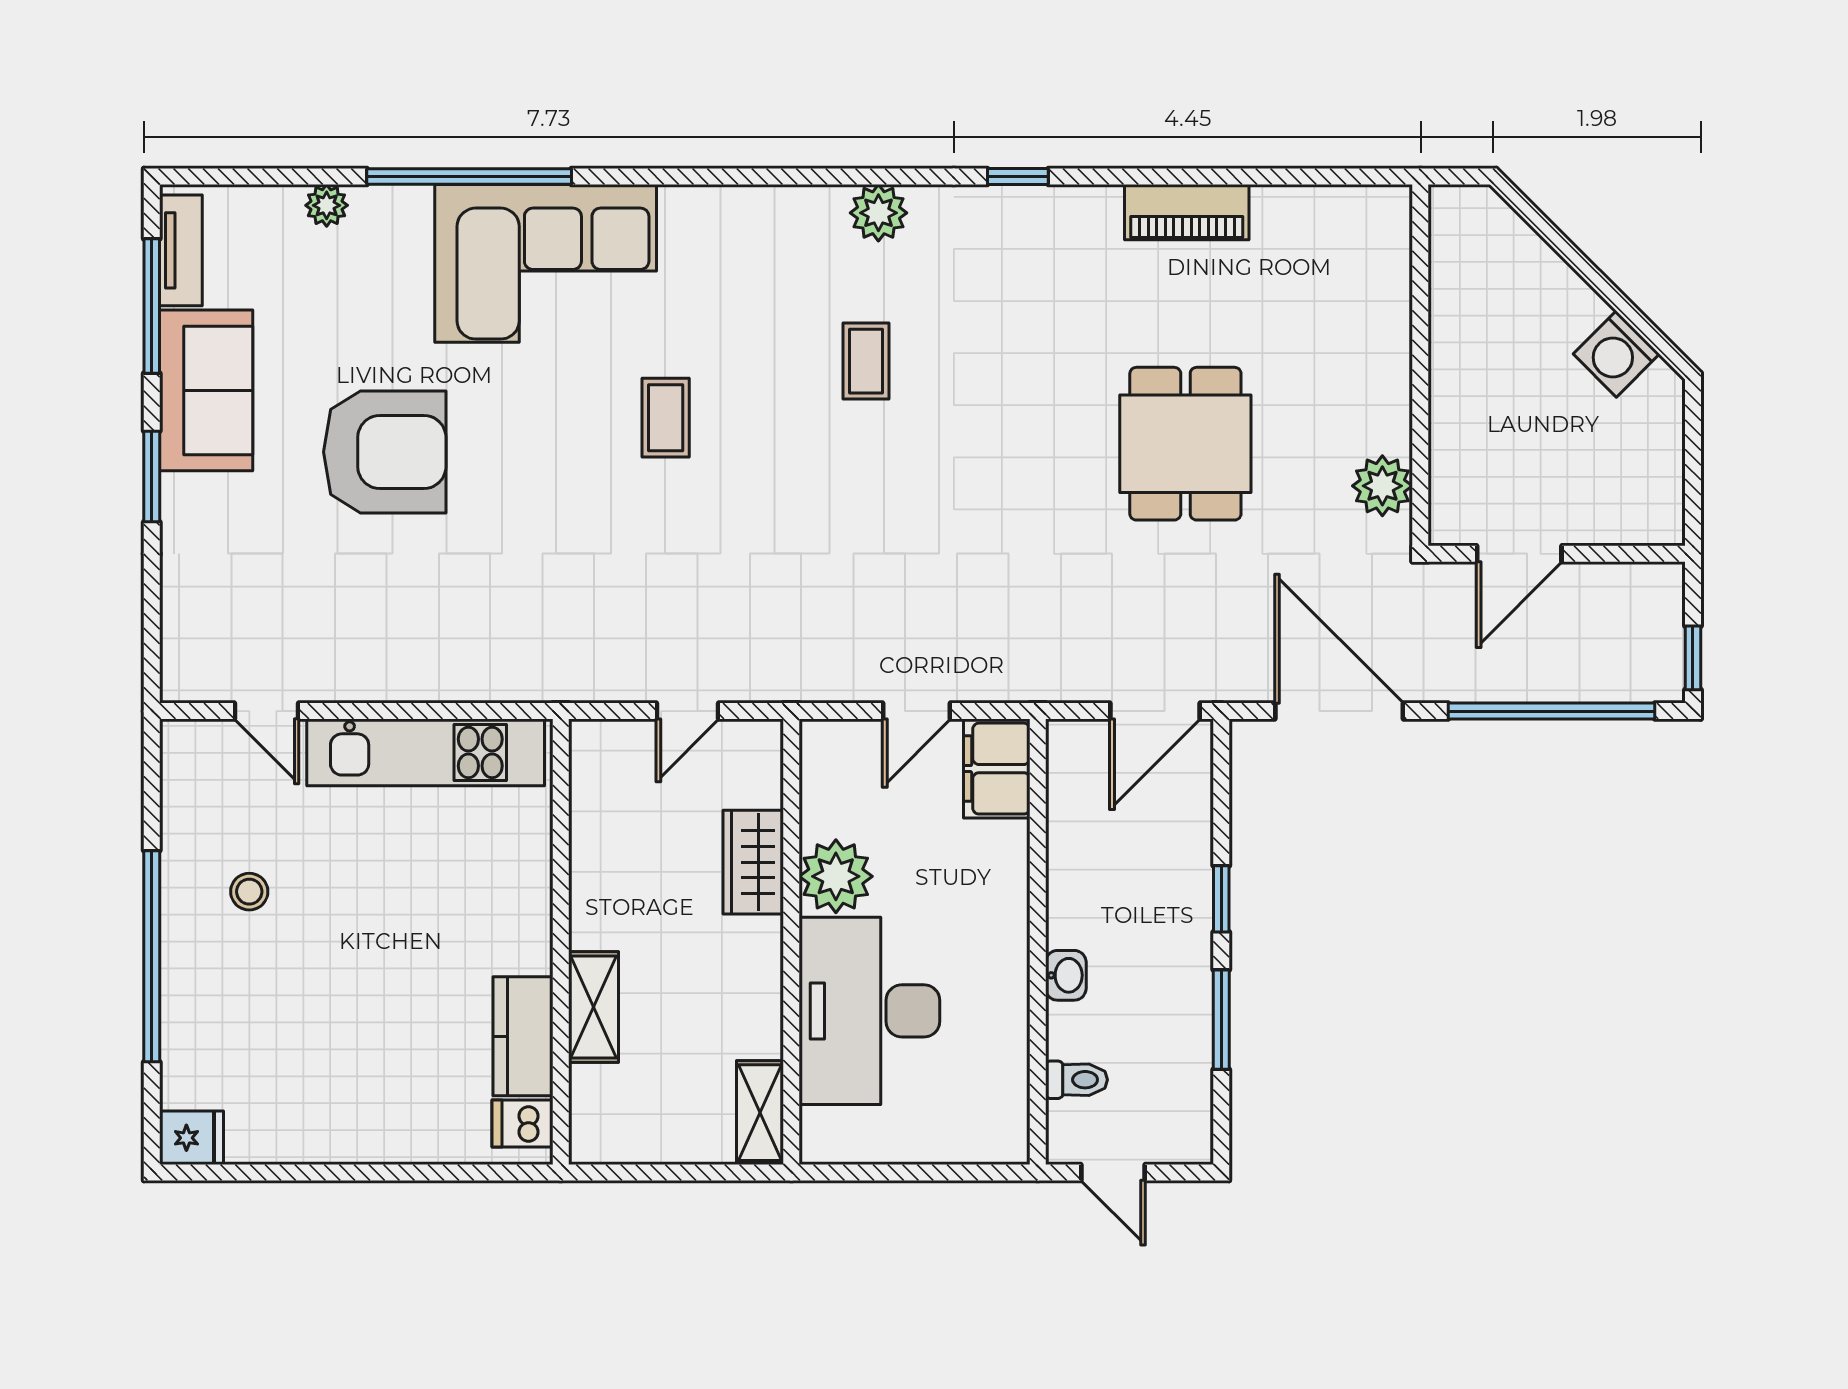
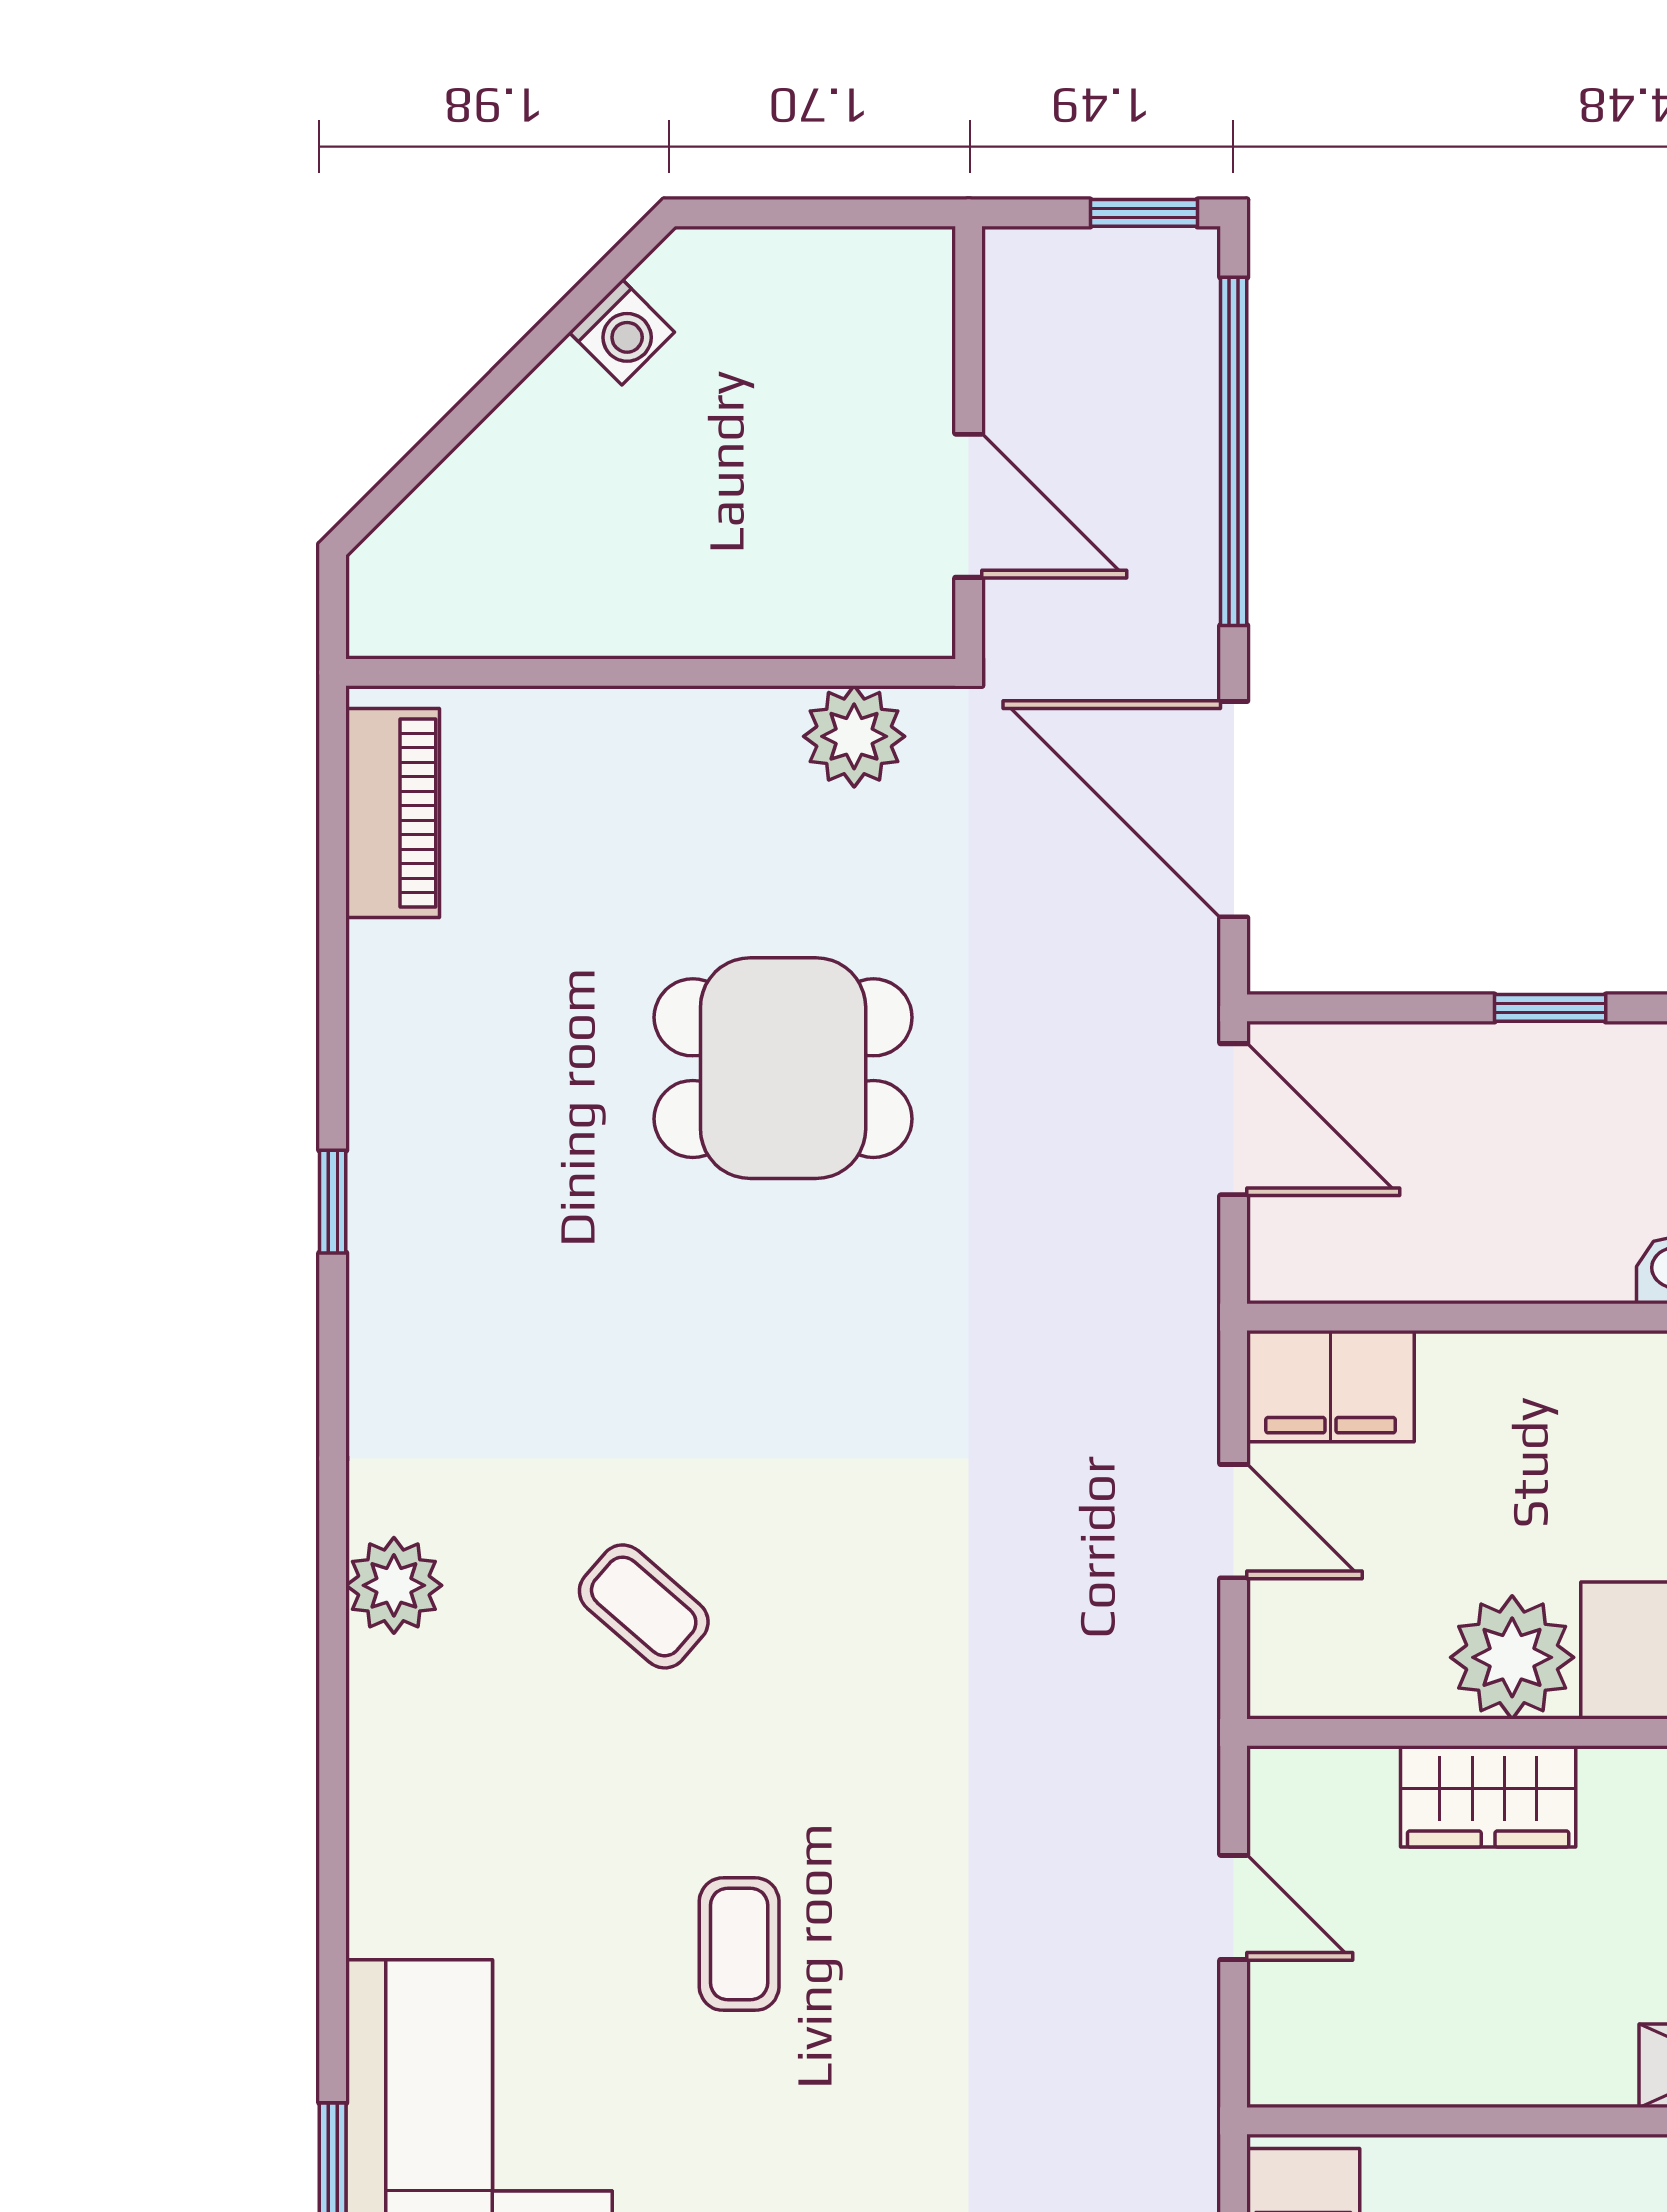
window: (1018, 176) -> (333, 1202), moved
piano: (1187, 212) -> (393, 813), moved
washing machine: (1616, 354) -> (622, 332), width x0.73, depth x0.73
coffee table: (866, 361) -> (644, 1606), turned 41
coffee table: (666, 418) -> (739, 1944), turned 90
door: (1339, 711) -> (1234, 809), hinge flipped

